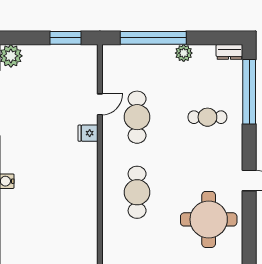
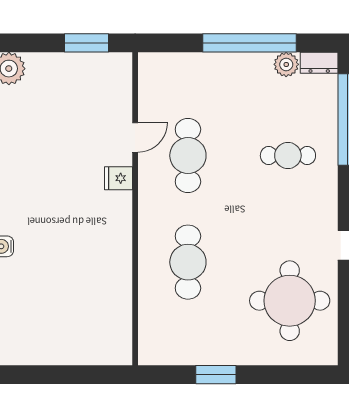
window: (153, 38) -> (250, 43), moved
plant: (184, 53) -> (286, 64), moved

